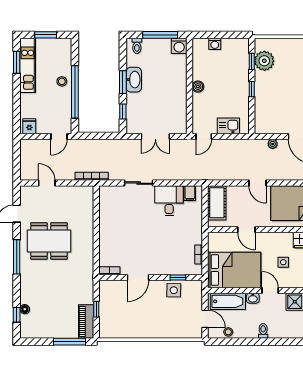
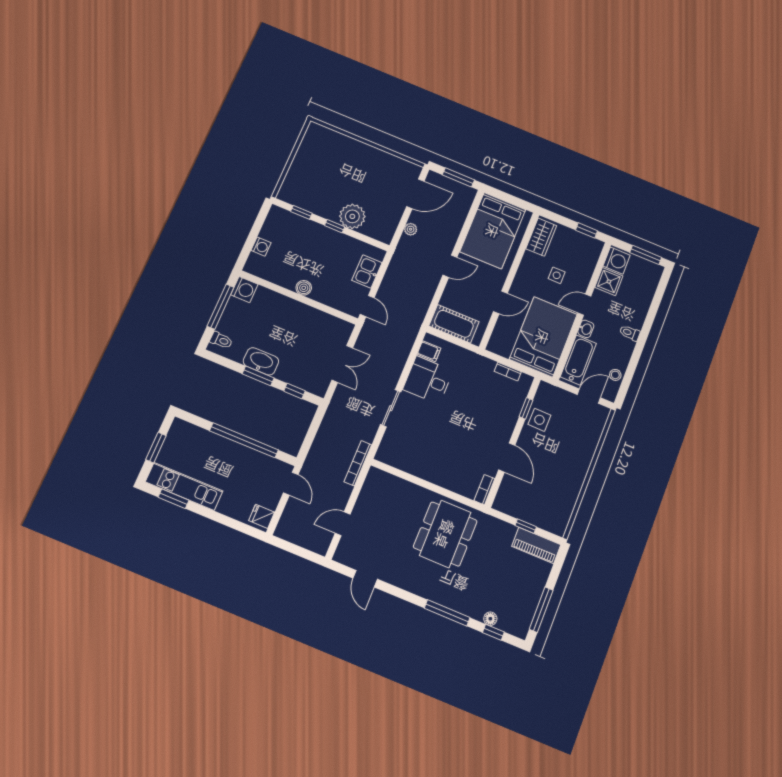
plant: (264, 61) -> (352, 216), moved
stool: (62, 81) -> (223, 451), removed
dining table: (49, 241) -> (445, 534), moved
window: (17, 257) -> (447, 613), moved
window: (70, 342) -> (541, 610), moved

